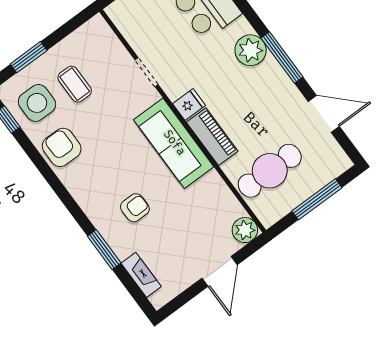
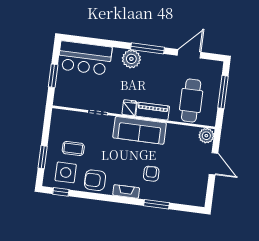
fireplace: (141, 275) -> (126, 191), moved

